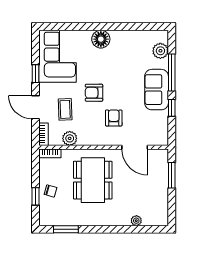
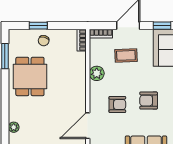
armchair: (94, 93) -> (149, 101), moved, turned -90
plant: (70, 138) -> (97, 73), moved
dining table: (93, 180) -> (30, 76), moved, width x0.73

